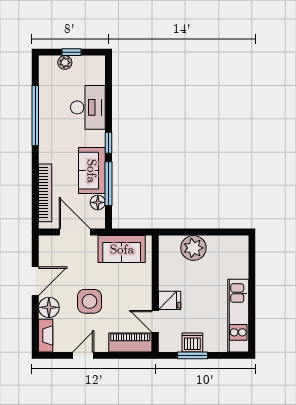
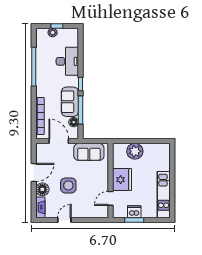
fridge: (170, 300) -> (122, 180), width x1.88, depth x1.34
door: (155, 321) -> (110, 198), hinge flipped
piano: (130, 342) -> (95, 212), removed

